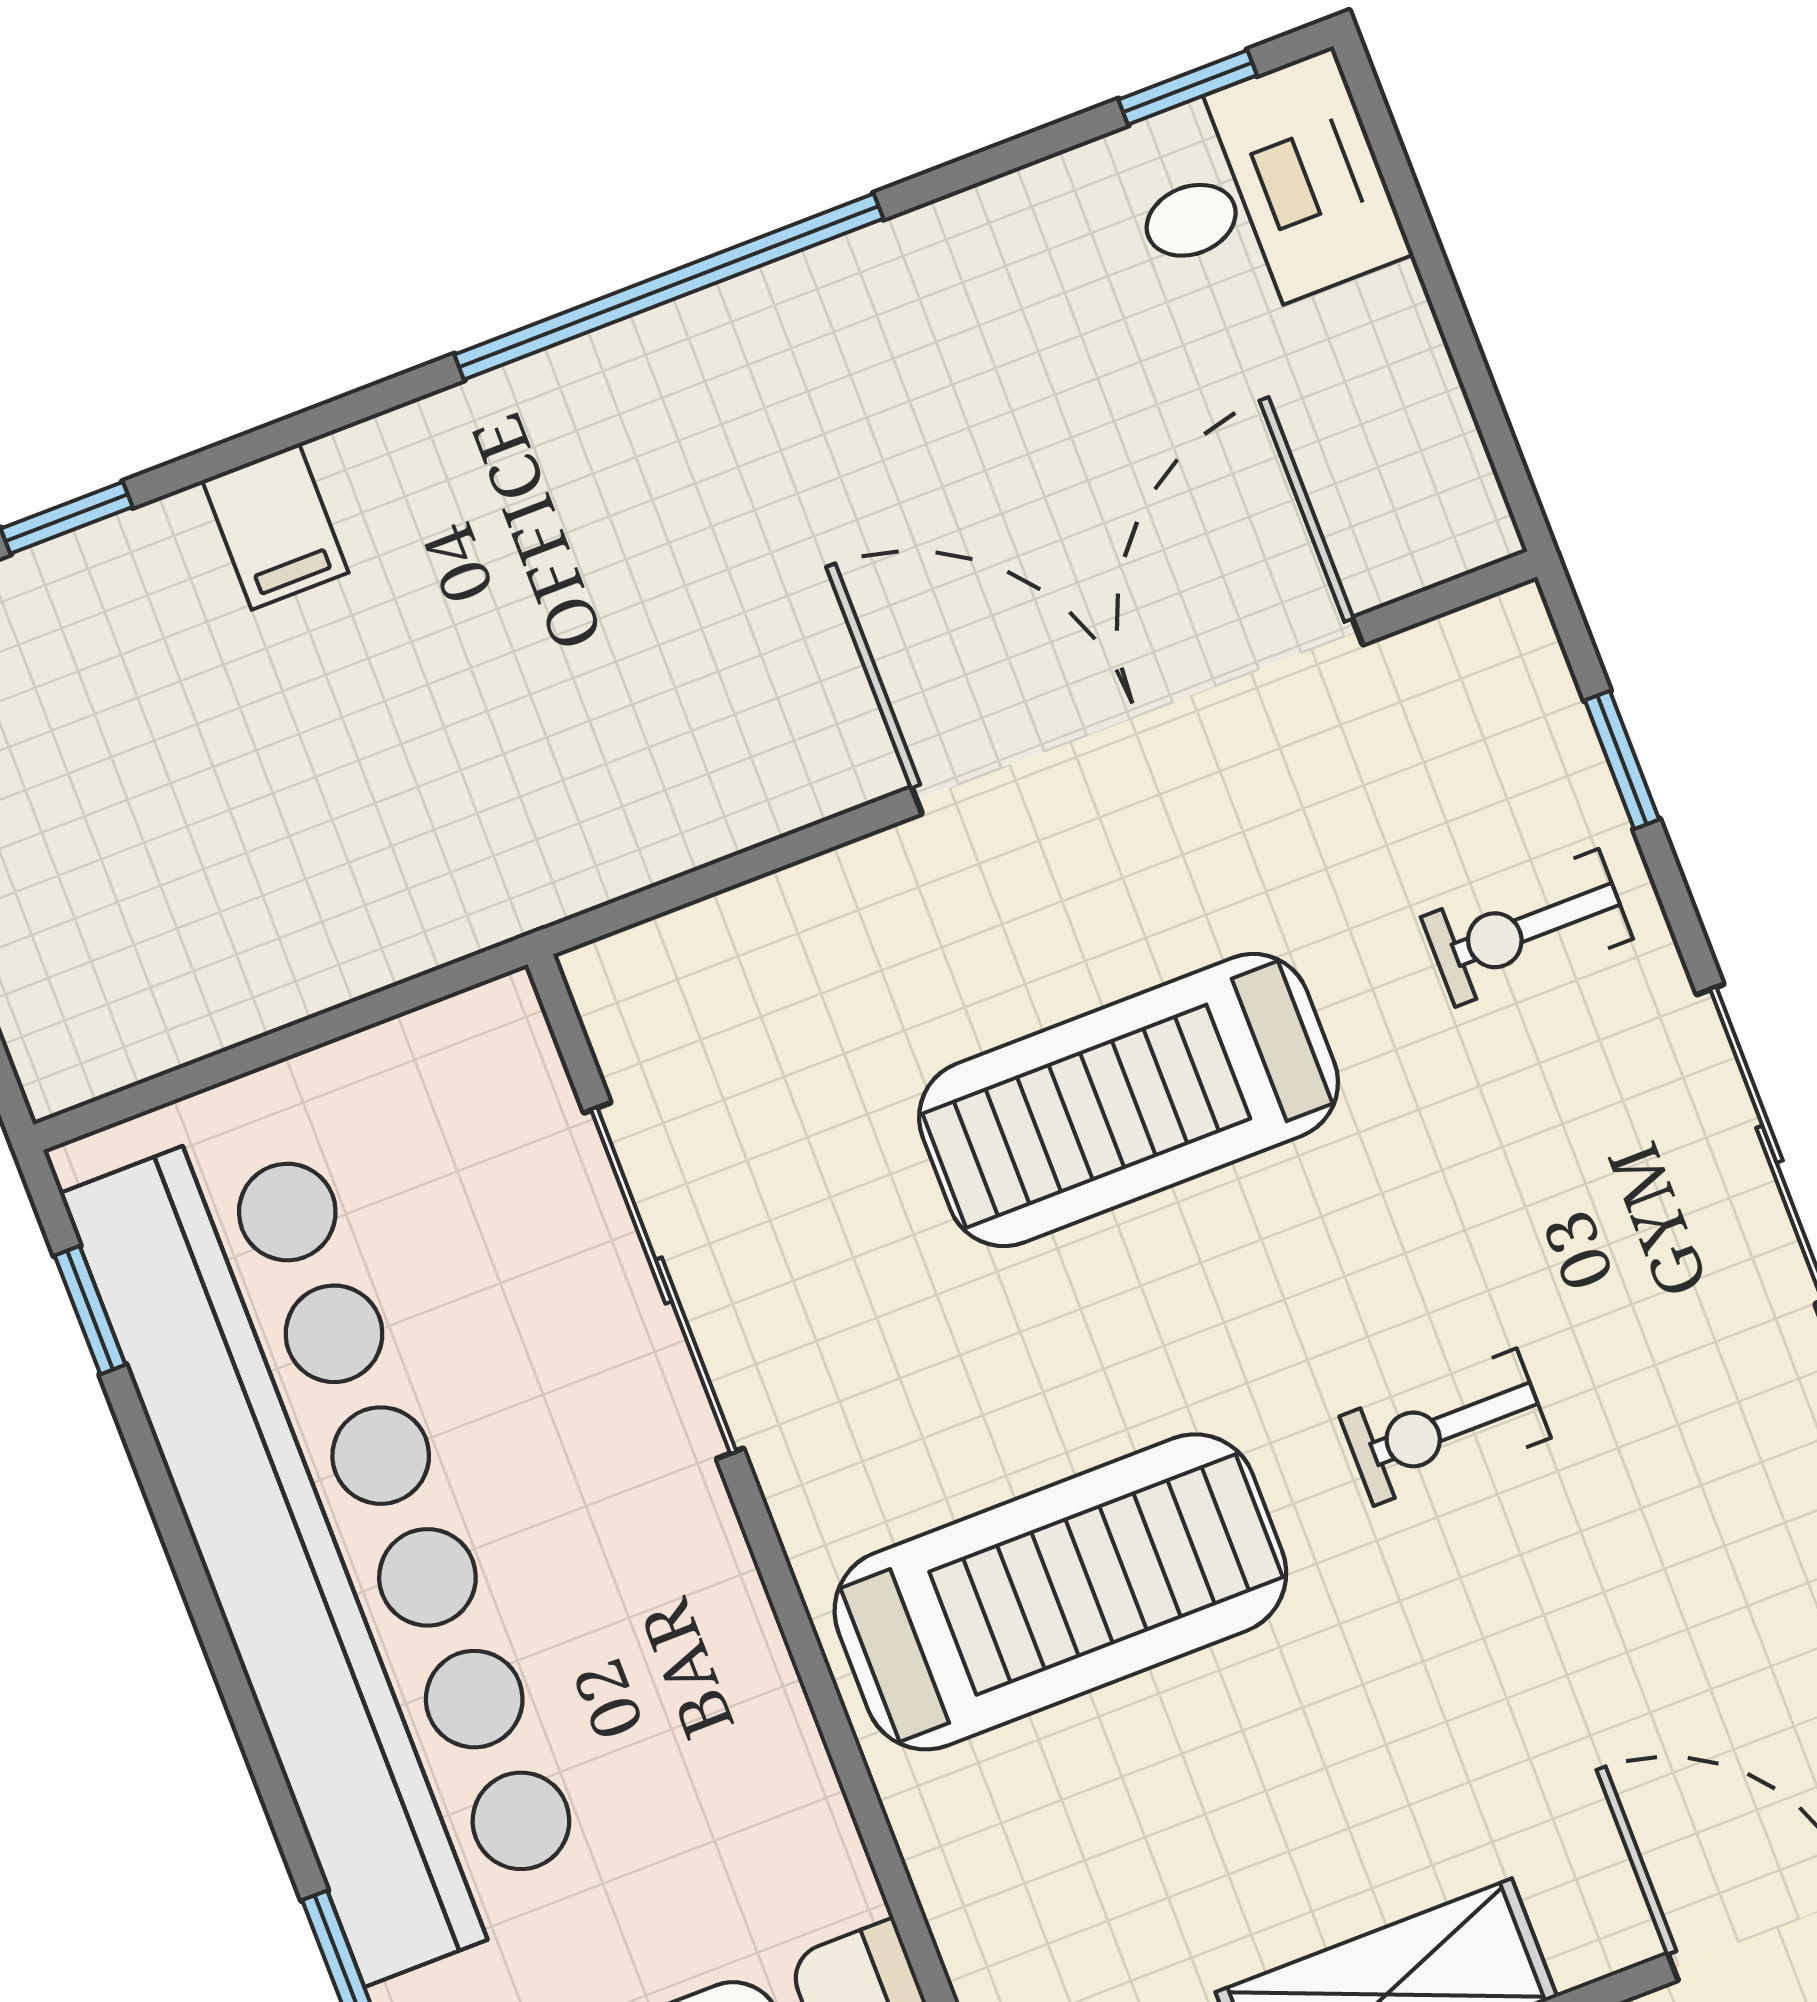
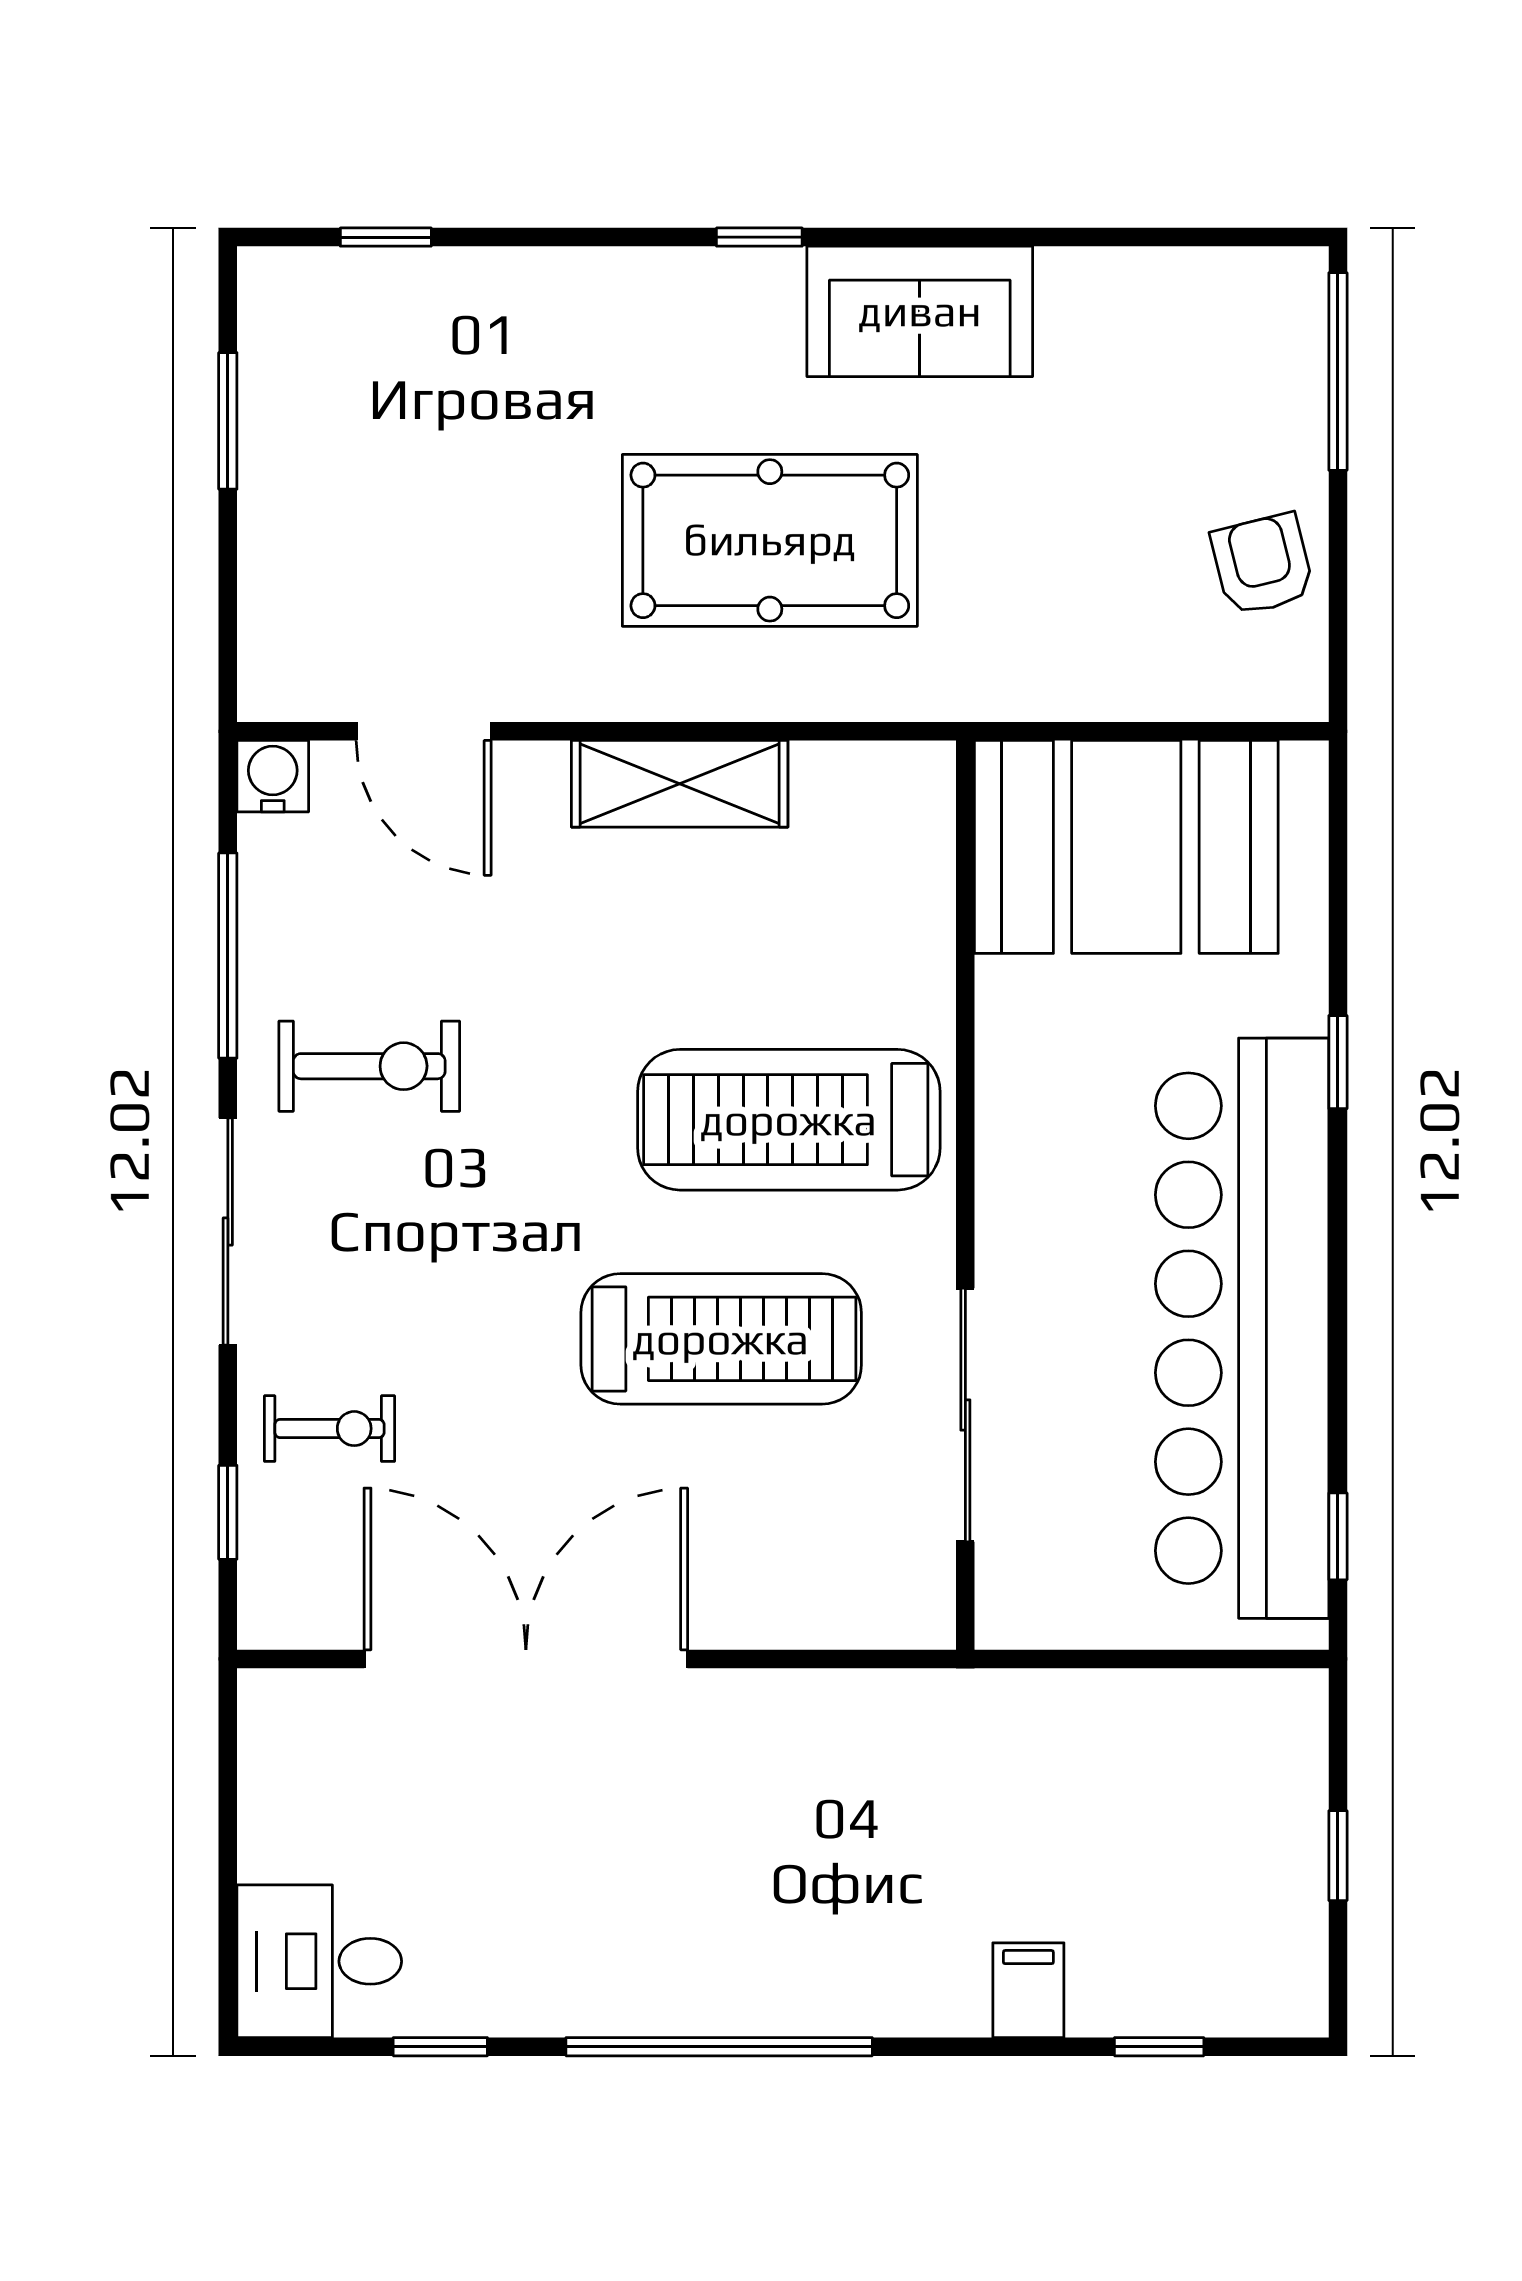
window: (1188, 87) -> (440, 2047), moved
double door: (1137, 716) -> (526, 1659), swing flipped
treadmill: (1129, 1100) -> (721, 1339), moved
exercise bike: (1445, 1427) -> (369, 1066), moved, width x1.38, depth x1.39

